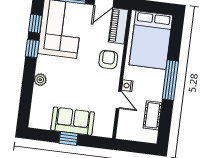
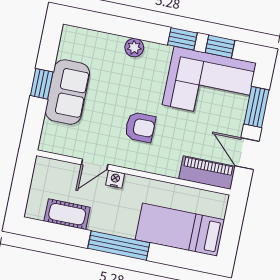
bed: (151, 40) -> (180, 230), width x0.67
armchair: (108, 60) -> (140, 127), moved

